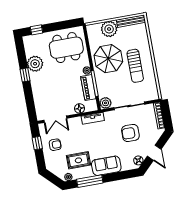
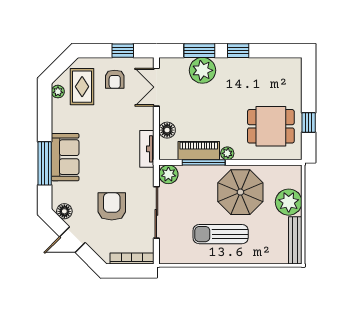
window: (37, 30) -> (309, 123), moved
dining table: (66, 48) -> (271, 126), width x0.73
plant: (35, 64) -> (202, 70), moved
window: (29, 98) -> (199, 51), added
rug: (78, 160) -> (82, 87), moved
window: (90, 181) -> (45, 163), moved

